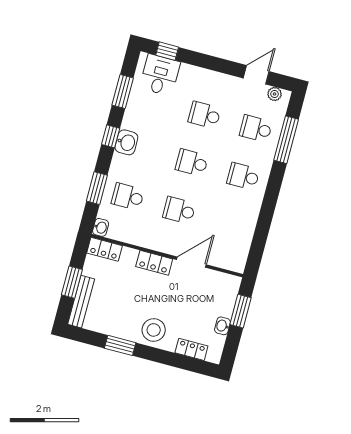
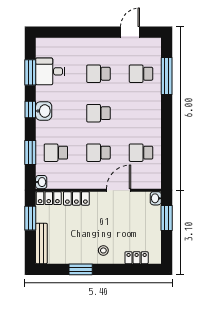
window: (167, 51) -> (56, 32), removed
desk: (160, 75) -> (50, 71), moved, turned -90
plant: (275, 94) -> (148, 43), removed
school desk: (243, 176) -> (141, 153), moved
locker: (154, 263) -> (76, 198), moved
window: (72, 282) -> (30, 218), moved
washbasin: (222, 326) -> (156, 198), moved
stool: (154, 330) -> (103, 250), width x0.53, depth x0.53

